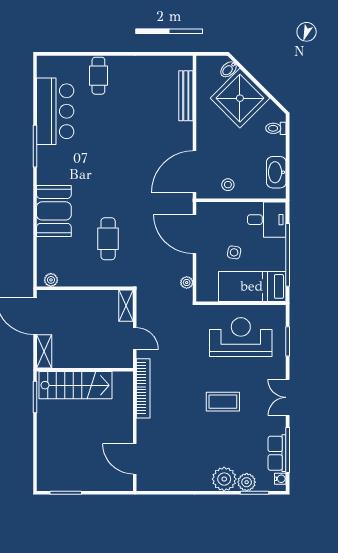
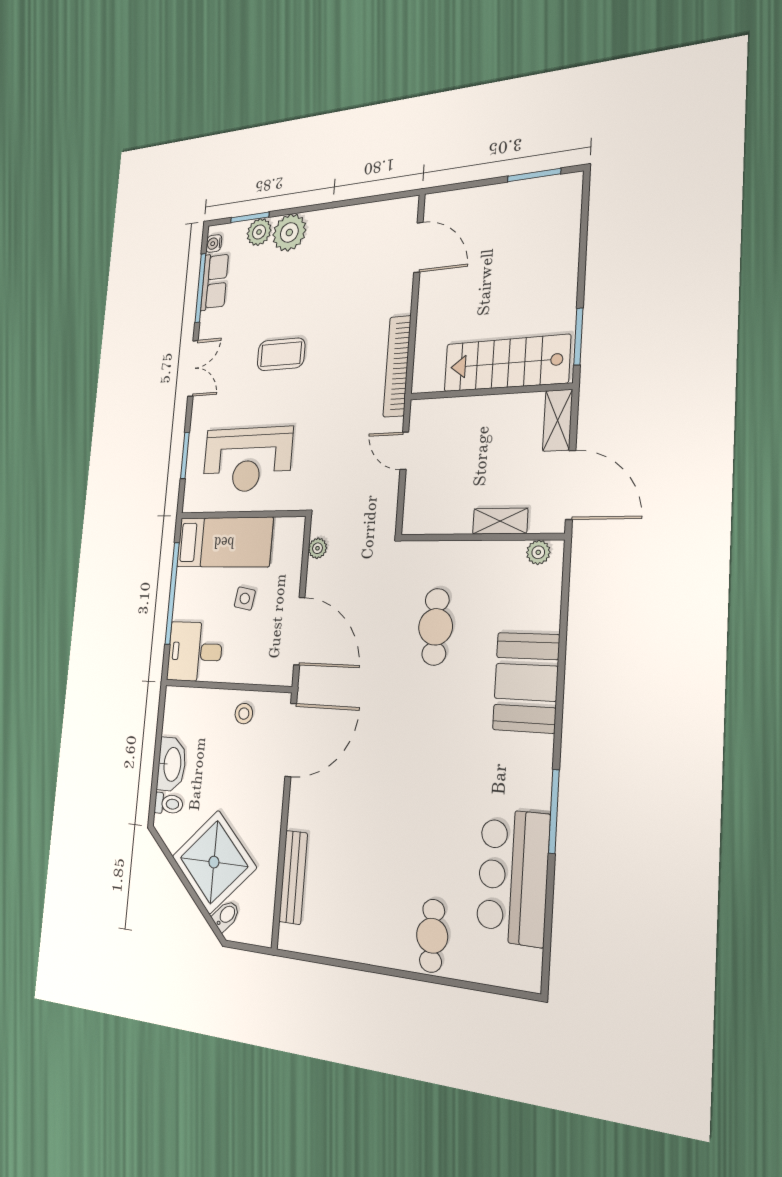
washbasin: (276, 172) -> (172, 764), moved
shelving: (126, 306) -> (500, 521), moved, turned 90

